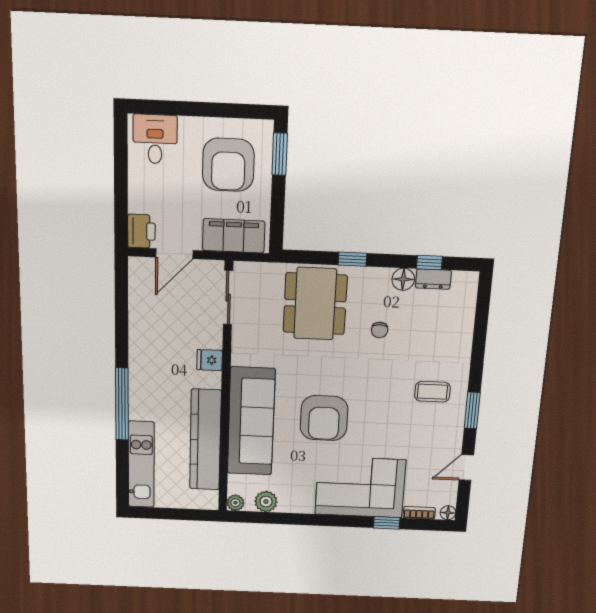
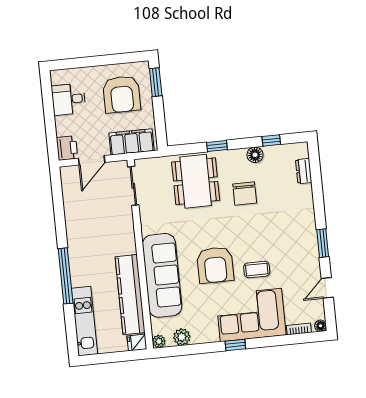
desk: (155, 139) -> (69, 99), moved, turned -90
dresser: (433, 279) -> (304, 171), moved, turned 90
chair: (380, 330) -> (245, 193), width x1.87, depth x1.87
fridge: (210, 360) -> (137, 343), moved
coffee table: (432, 392) -> (257, 270), moved
window: (387, 523) -> (235, 345), moved

